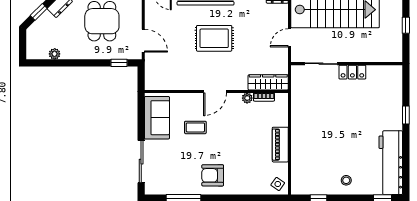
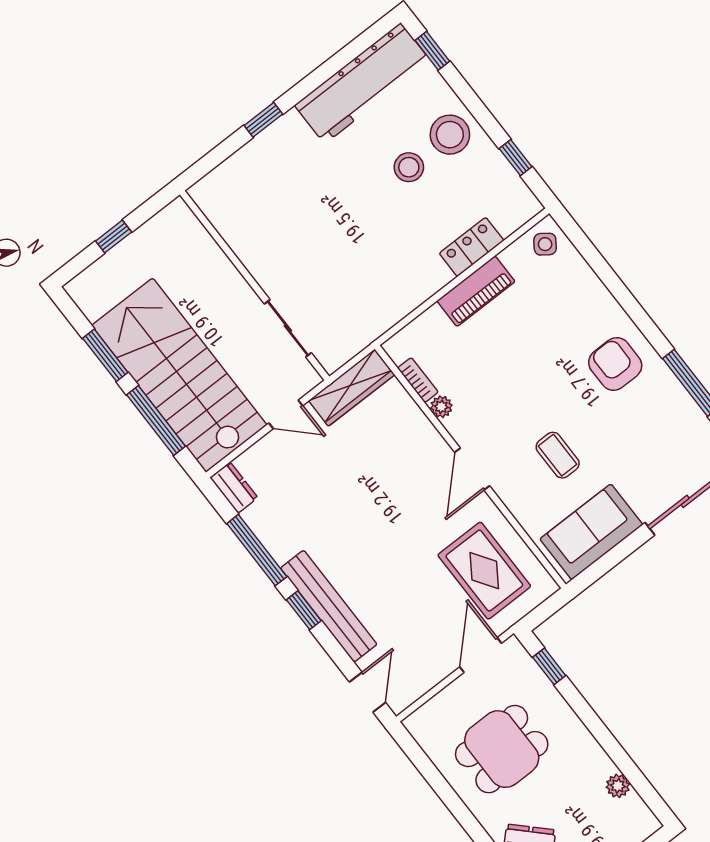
rug: (214, 38) -> (484, 571), moved
locker: (352, 72) -> (472, 247), moved, turned -90
wardrobe: (268, 82) -> (352, 388), moved, turned -90
door: (215, 91) -> (472, 469), swing flipped
stool: (346, 156) -> (409, 167), added
armchair: (213, 175) -> (615, 364), turned 180
stool: (346, 180) -> (450, 135), width x1.89, depth x1.89

